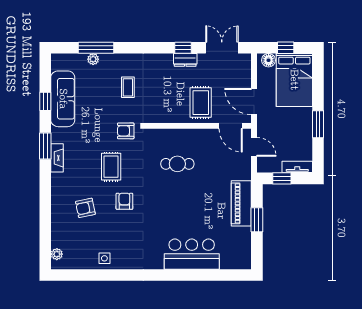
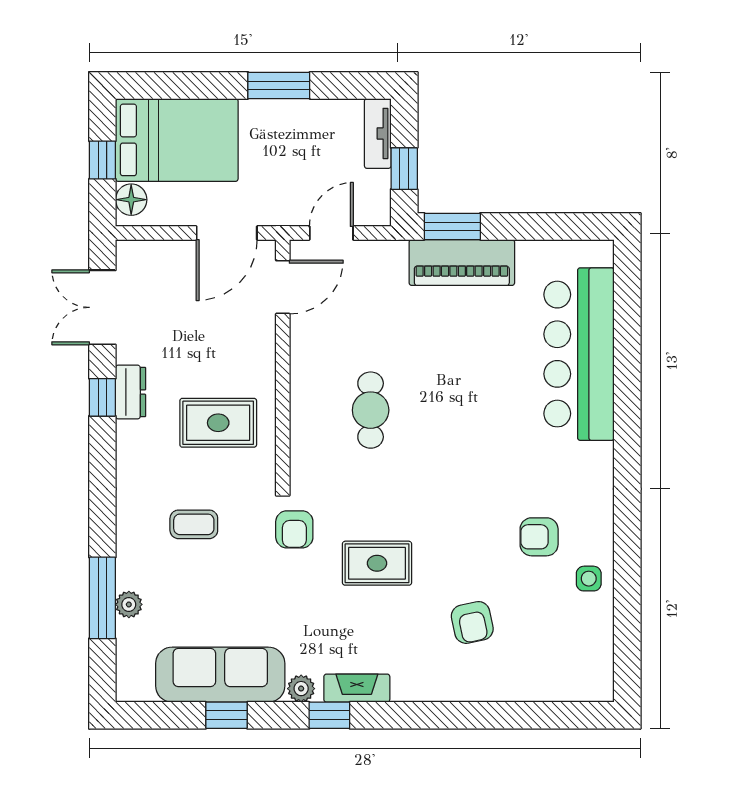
rug: (201, 103) -> (218, 423), moved
window: (45, 146) -> (329, 715), width x0.67
armchair: (124, 201) -> (539, 537), moved
window: (257, 220) -> (452, 226), moved
plant: (57, 254) -> (301, 689), moved
bar counter: (192, 254) -> (579, 354), width x1.36

